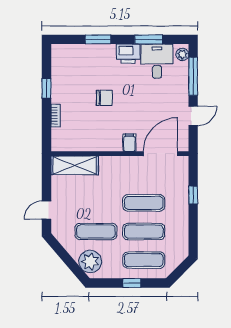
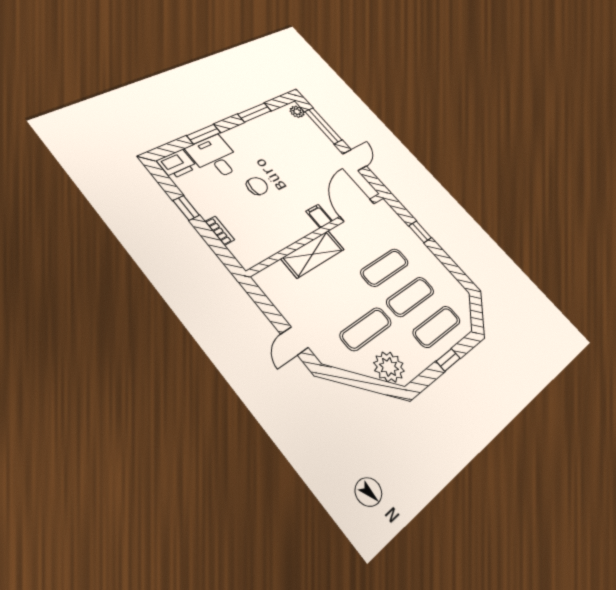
printer: (128, 54) -> (177, 164), moved
desk: (157, 61) -> (215, 157), moved
shelving: (75, 165) -> (313, 254), moved

